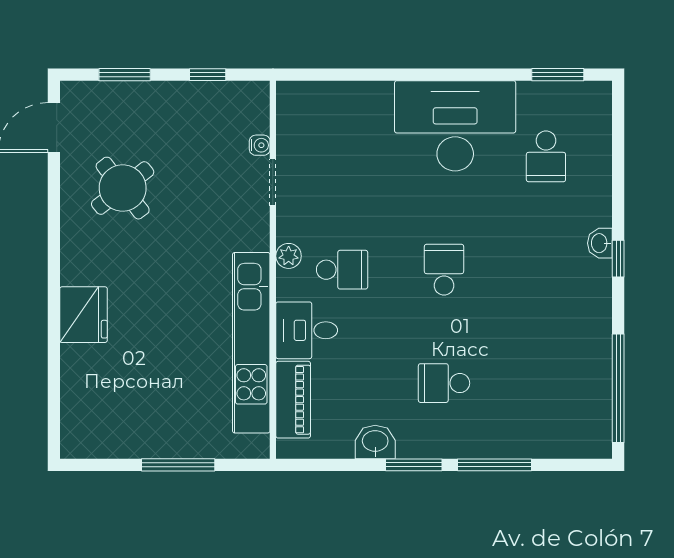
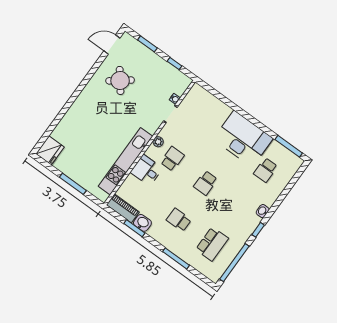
window: (558, 75) -> (289, 146), width x1.44
window: (618, 259) -> (258, 230), moved
school desk: (342, 270) -> (172, 159), turned -90
school desk: (444, 270) -> (206, 183), turned 180
fridge: (83, 315) -> (50, 150), moved
school desk: (546, 383) -> (212, 244), added
piano: (293, 400) -> (123, 208), moved, turned -90
window: (414, 465) -> (134, 228), moved

